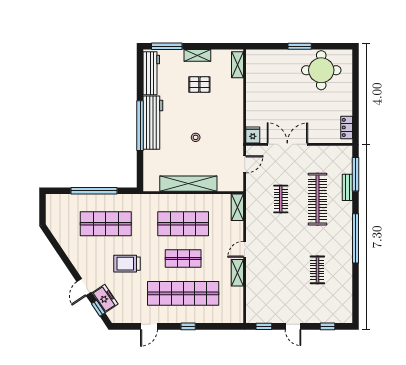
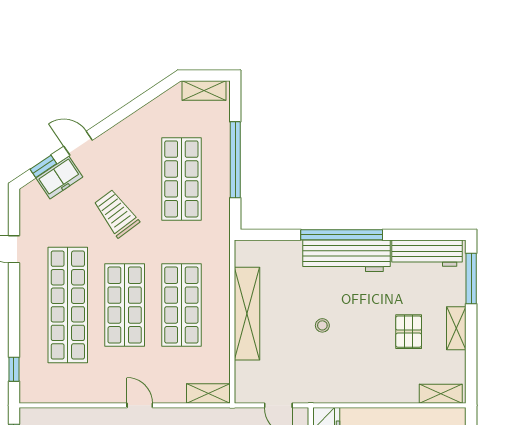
shop shelf: (183, 259) -> (125, 305), width x1.43, depth x1.36
trolley: (127, 264) -> (116, 213), turned -37
shelving: (237, 273) -> (204, 90), moved
window: (188, 326) -> (14, 369), moved

